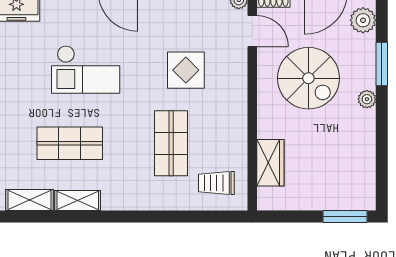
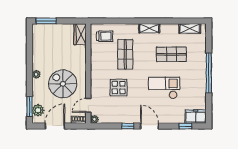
door: (252, 31) -> (88, 105), hinge flipped
window: (382, 64) -> (29, 106), moved
wardrobe: (270, 163) -> (80, 34), moved
shelving: (78, 200) -> (149, 28), moved

